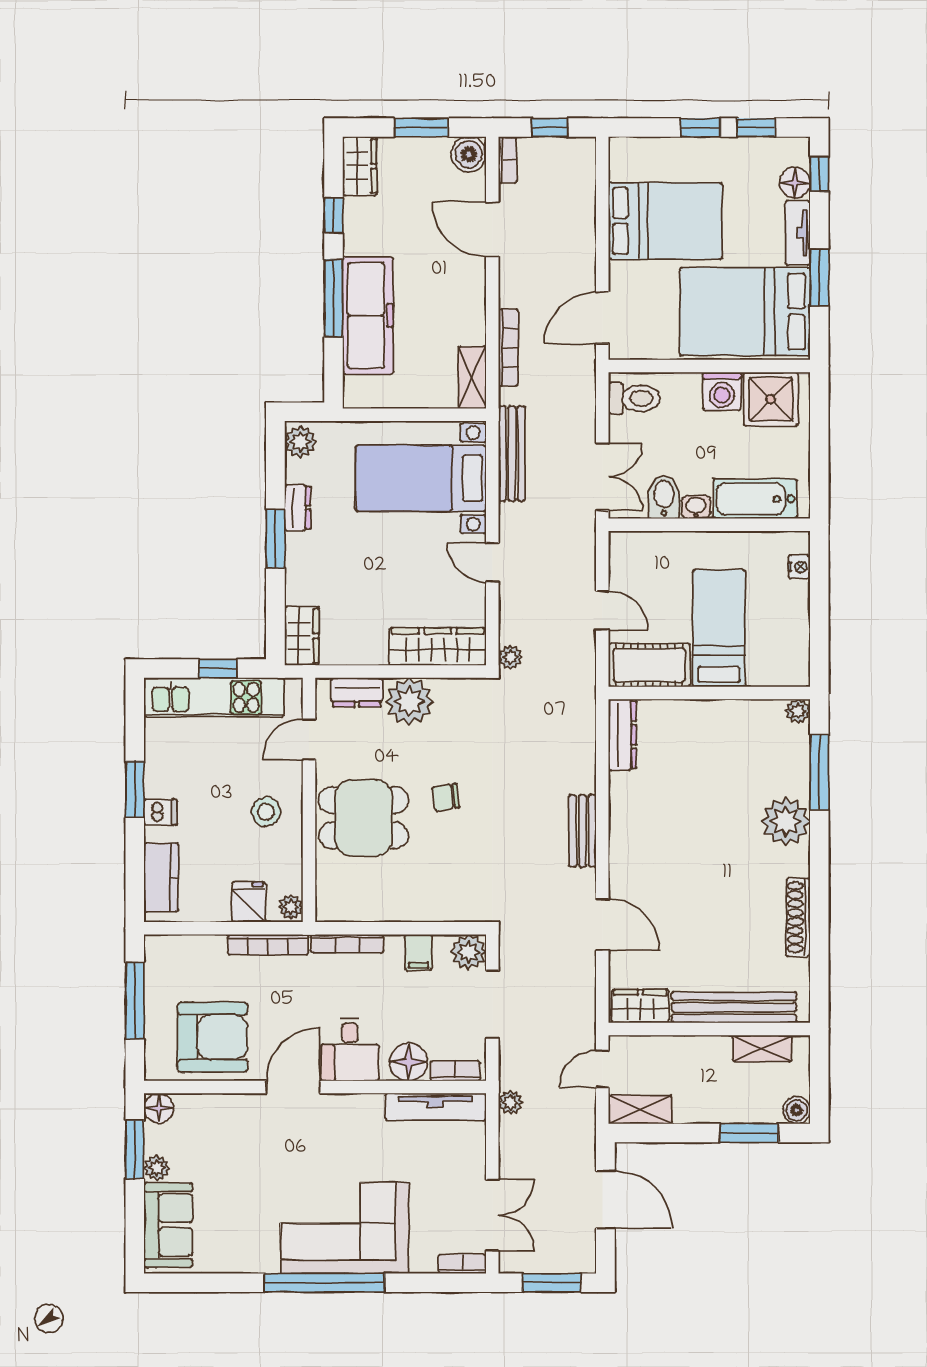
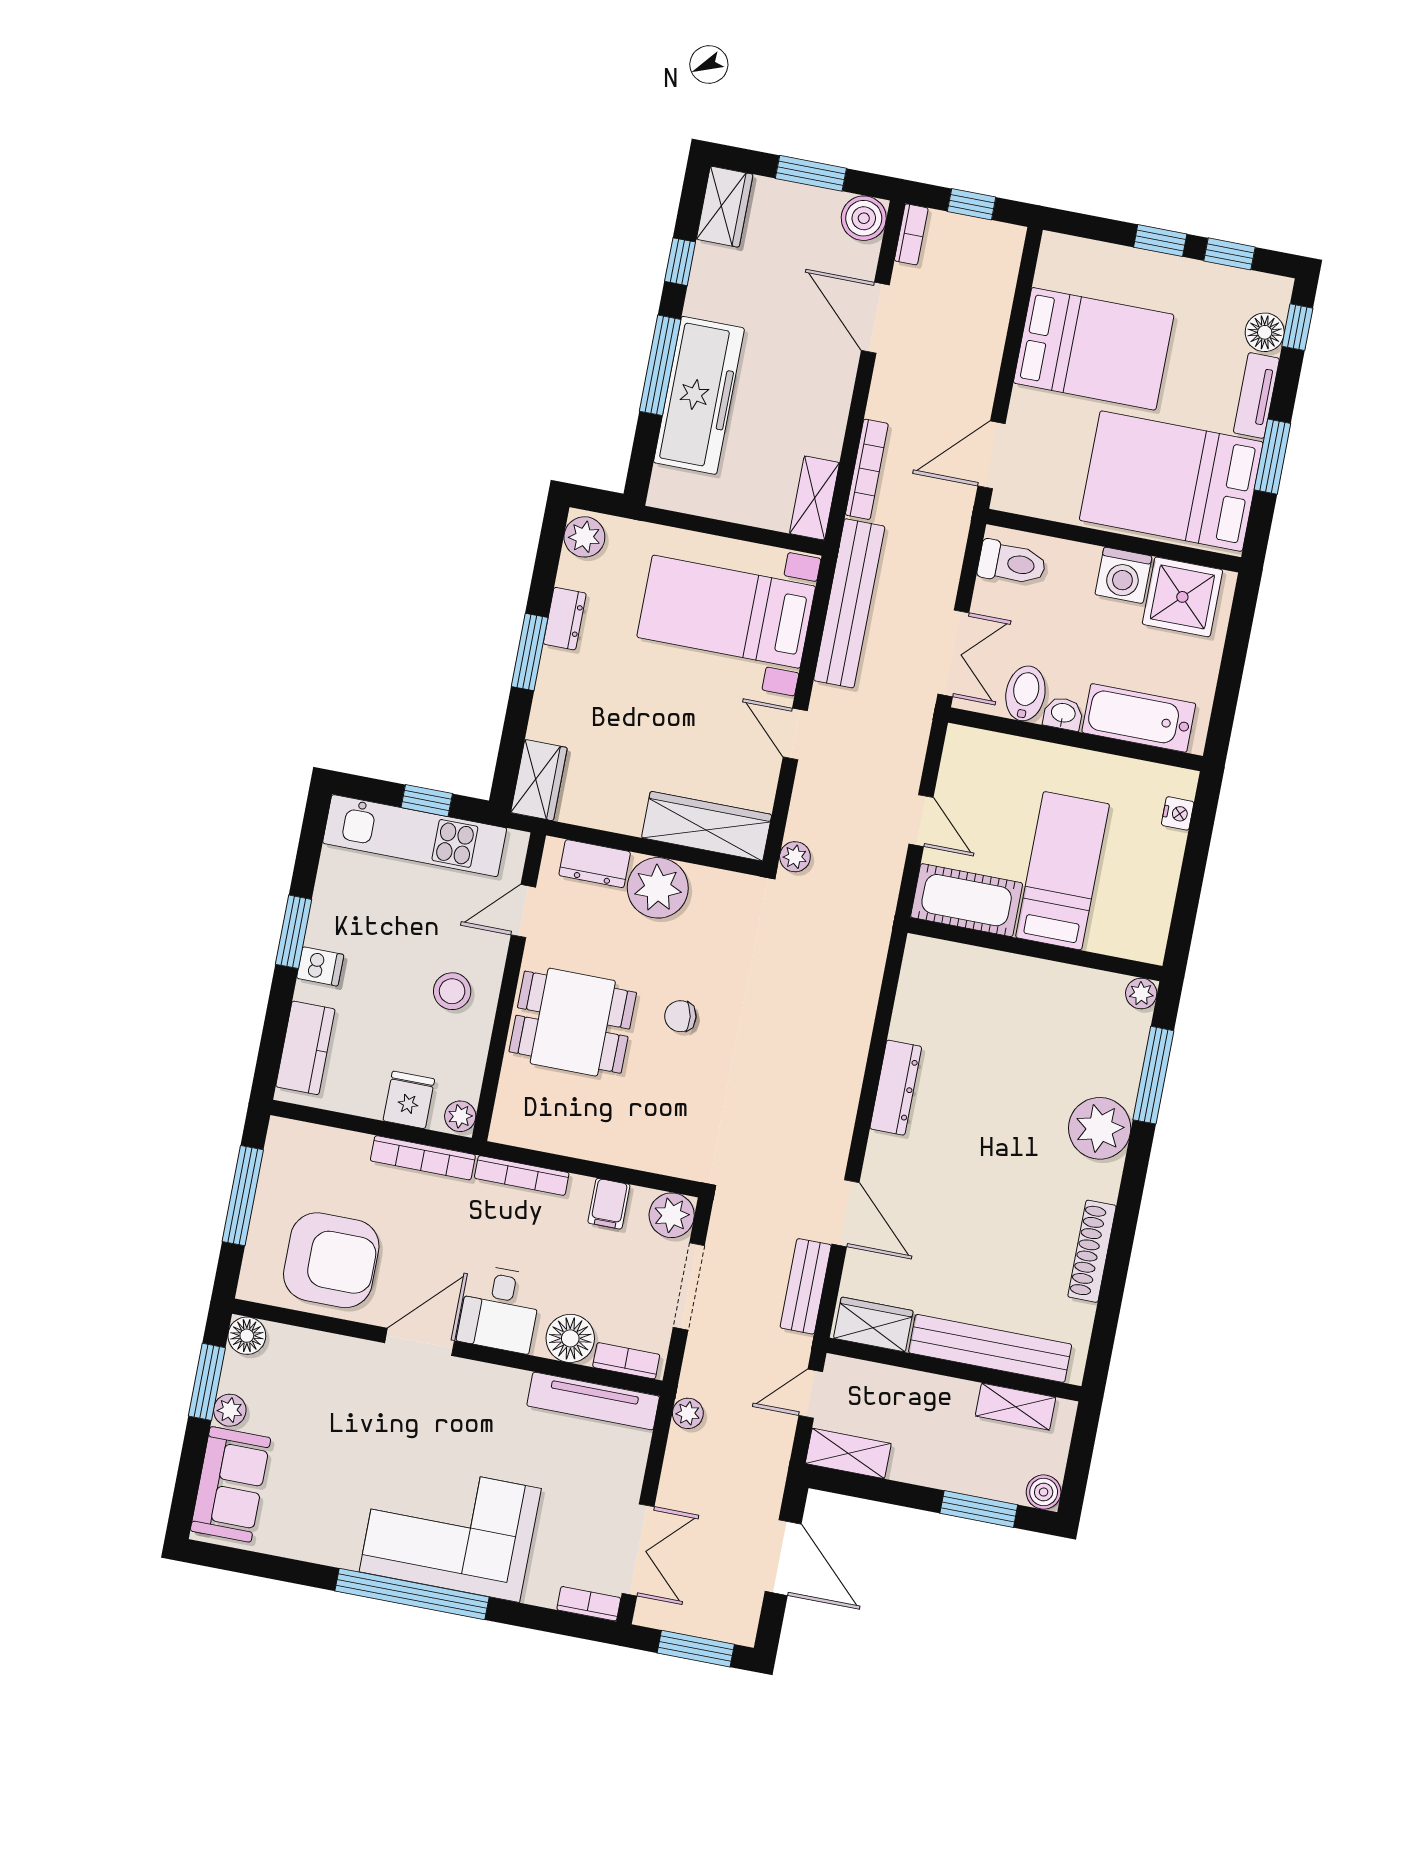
bench: (512, 454) -> (849, 603), width x1.37, depth x1.21
dresser: (622, 735) -> (896, 1088), moved
bench: (583, 831) -> (806, 1286), moved

